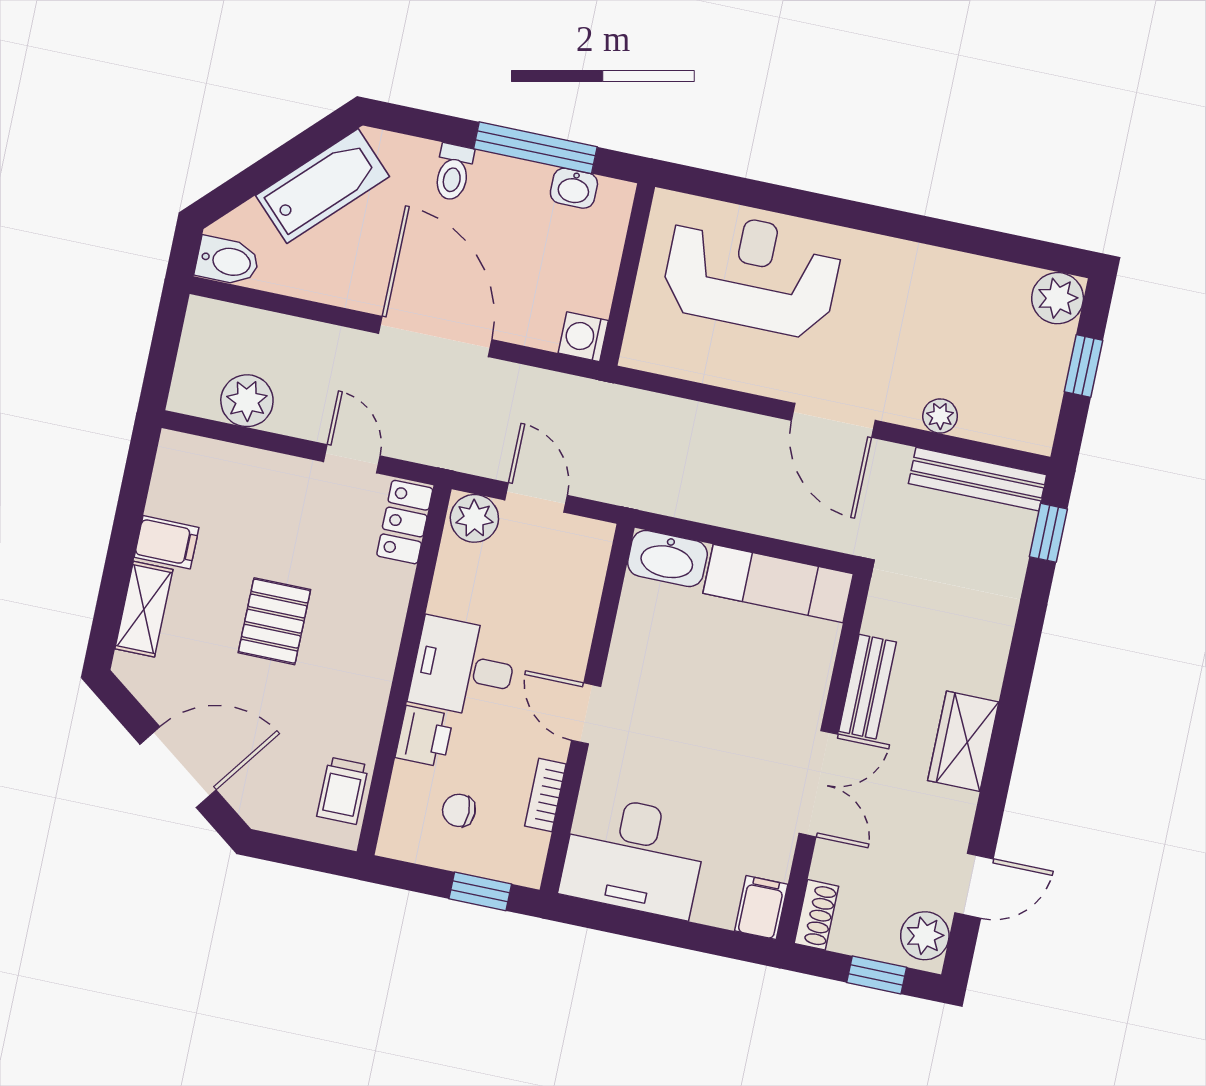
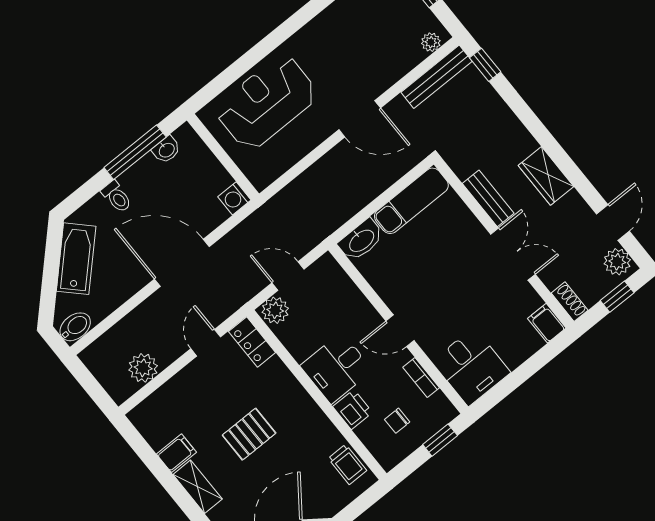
plant: (940, 416) -> (431, 42), moved
door: (352, 459) -> (206, 343), hinge flipped
pallet: (274, 621) -> (249, 434), turned 90
desk: (634, 856) -> (471, 367), width x0.73

